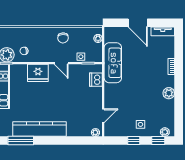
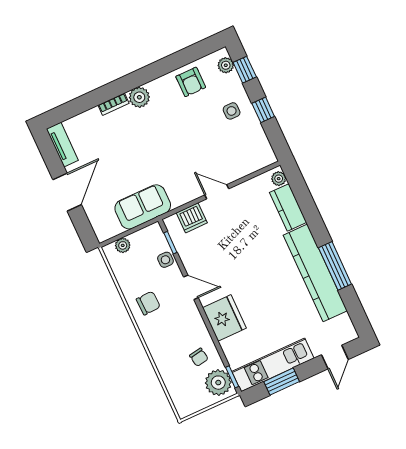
door: (61, 63) -> (191, 287), hinge flipped
sofa: (113, 63) -> (143, 207), width x0.73
plant: (169, 93) -> (139, 97), moved
armchair: (165, 111) -> (191, 82), added
door: (103, 116) -> (217, 192), moved
kitchen counter: (79, 131) -> (288, 207), added
window: (21, 141) -> (335, 266), moved

